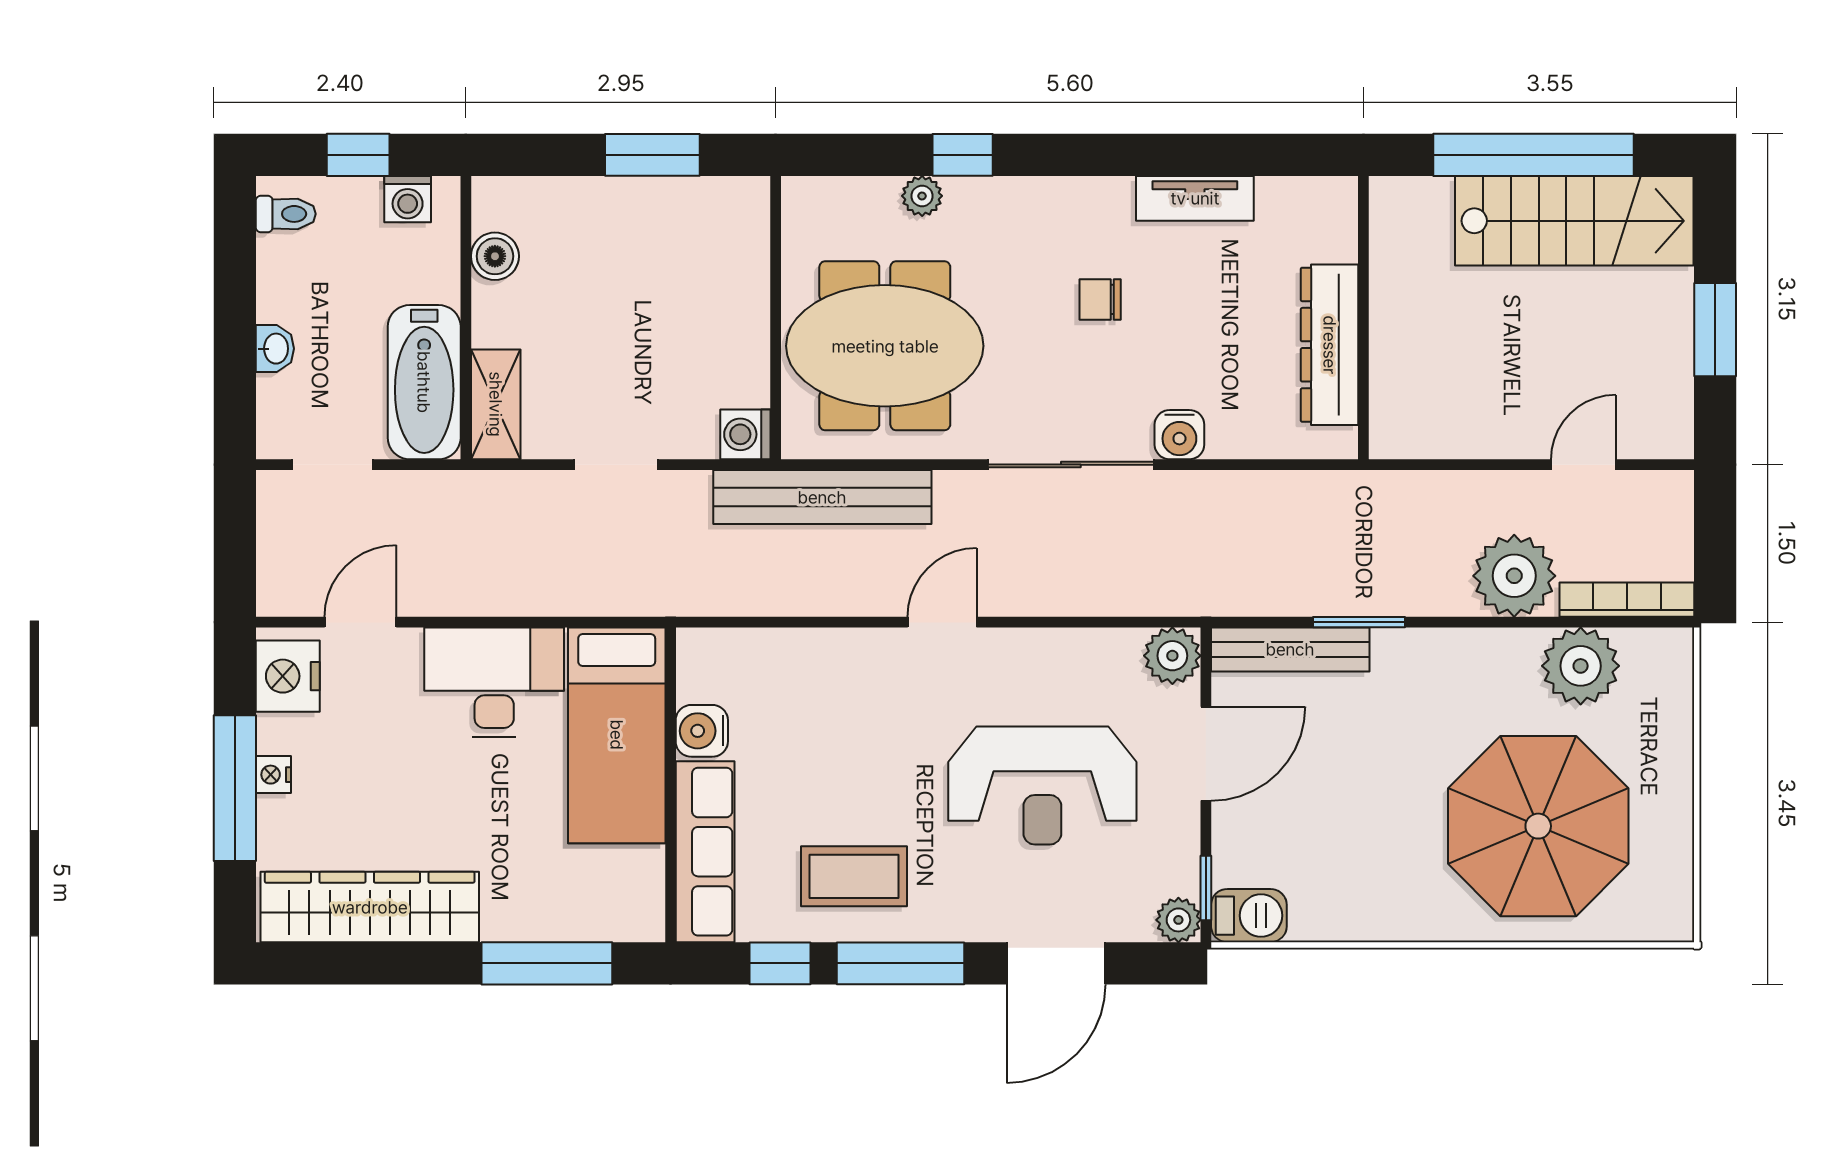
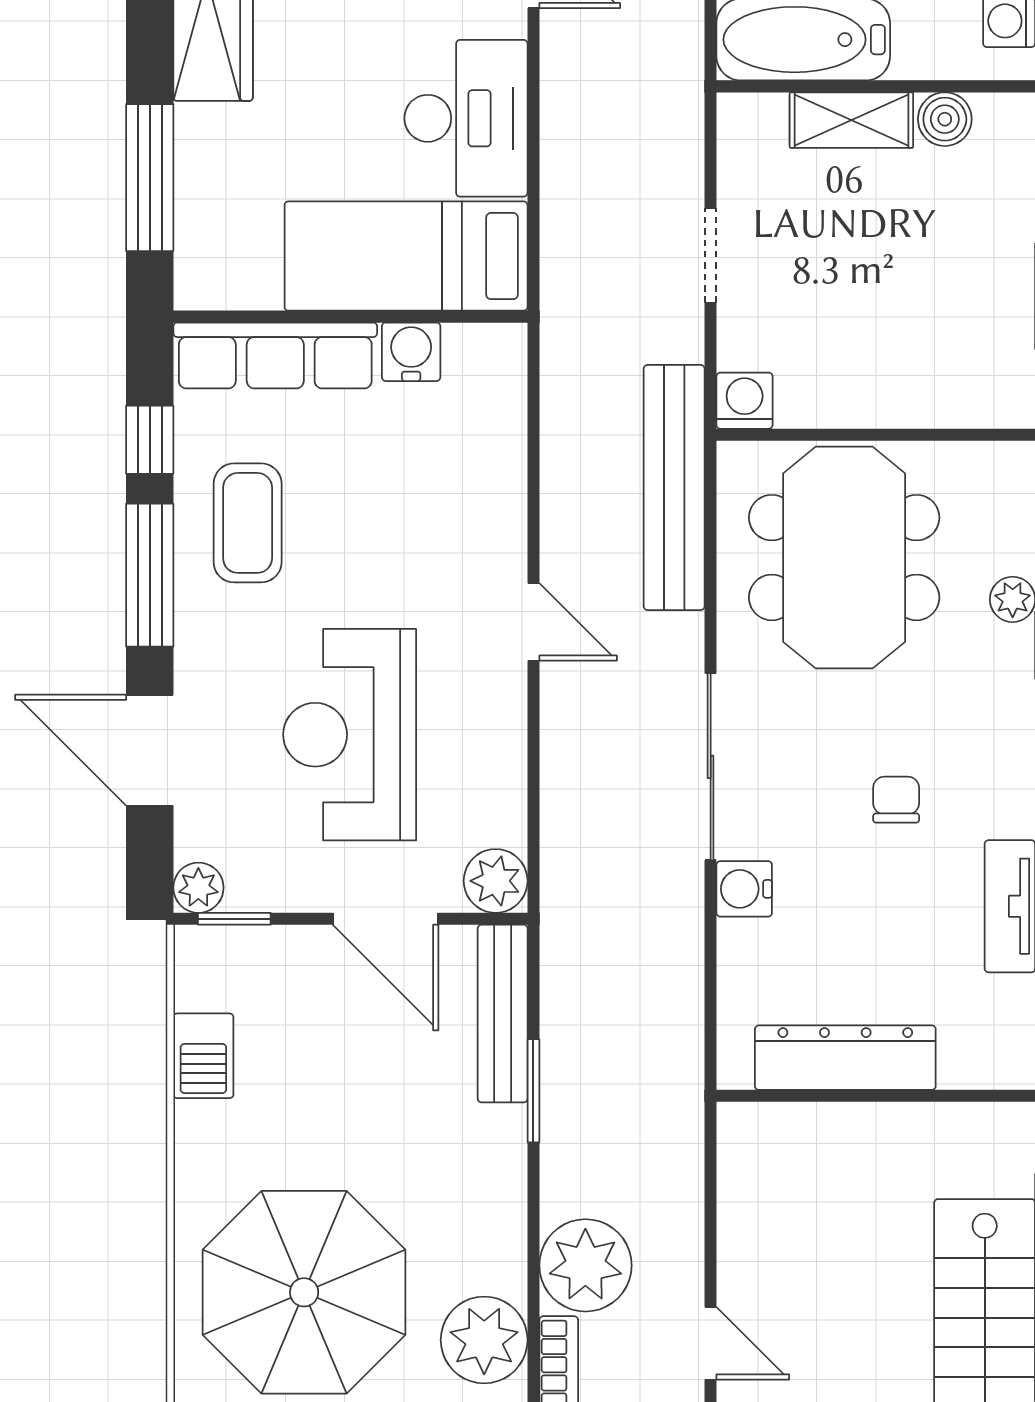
shelving: (496, 404) -> (851, 120), moved
barbecue: (1249, 916) -> (203, 1056), moved

